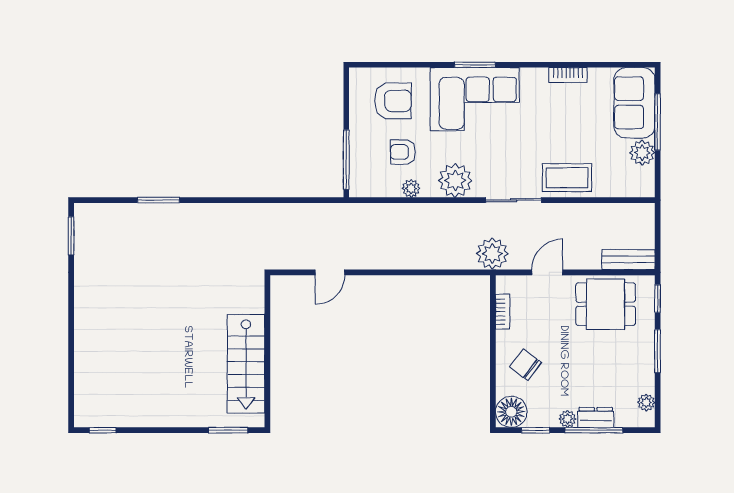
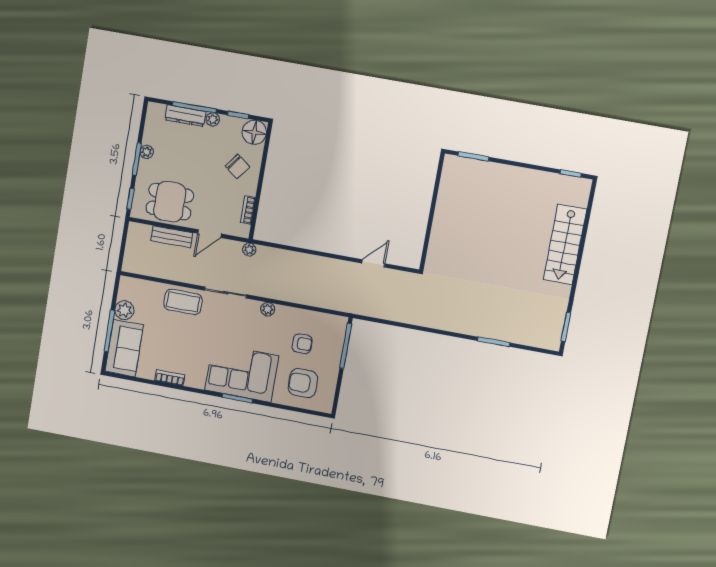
plant: (455, 180) -> (268, 309), width x0.53, depth x0.53
plant: (411, 188) -> (301, 315), removed
plant: (492, 254) -> (249, 250), width x0.53, depth x0.53
bench: (628, 260) -> (172, 237), moved
stairs: (246, 364) -> (565, 244), moved, turned 180
plant: (646, 403) -> (147, 152), moved
dresser: (596, 417) -> (185, 116), width x1.44

